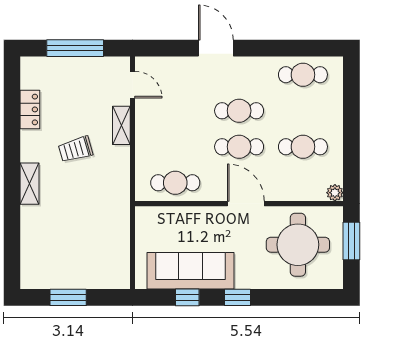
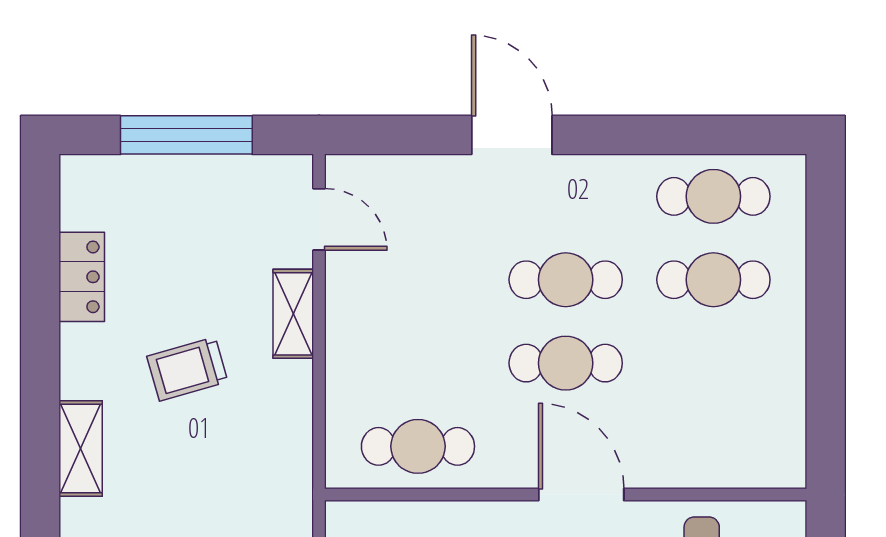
cafe table: (303, 147) -> (713, 280), moved
plant: (335, 193) -> (787, 469), removed

